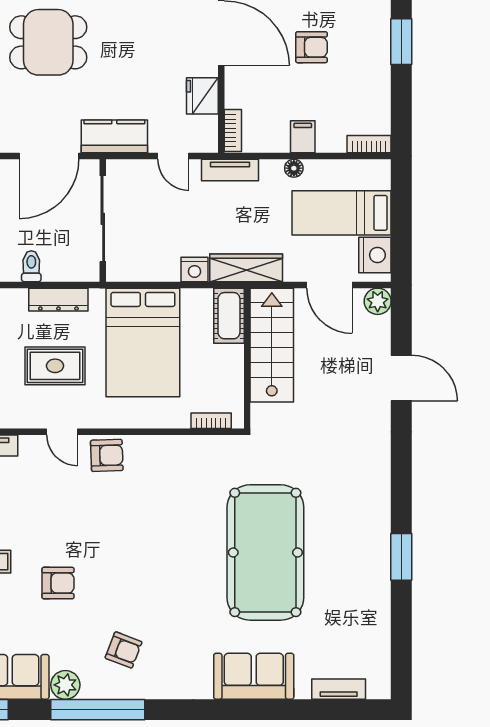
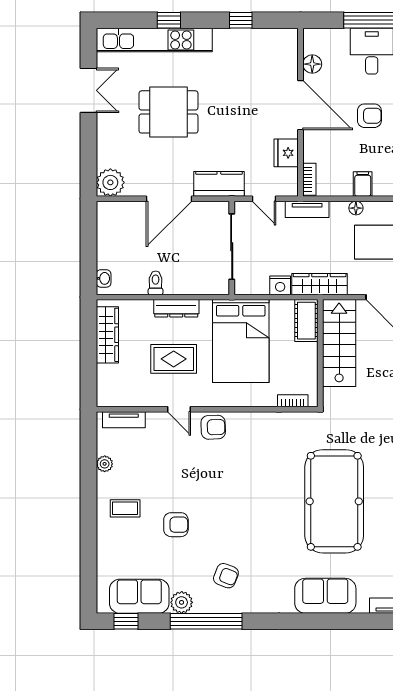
sliding door: (103, 219) -> (232, 247), moved
wall: (103, 220) -> (232, 248), moved

